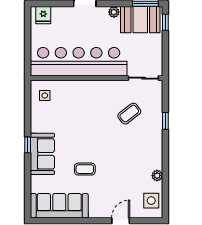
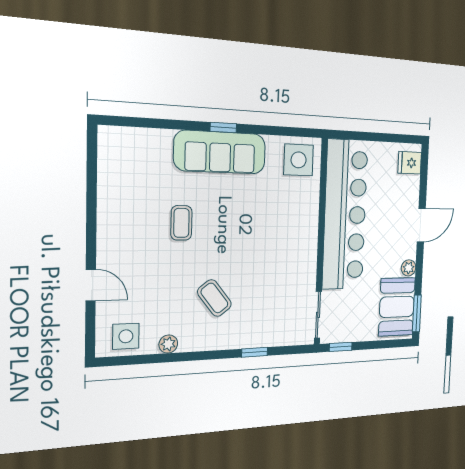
window: (165, 22) -> (341, 347), moved
side table: (45, 96) -> (299, 160), width x1.87, depth x1.87
coffee table: (129, 114) -> (214, 298), moved
sofa: (42, 154) -> (220, 152), width x1.36
sofa: (59, 206) -> (119, 177), removed

